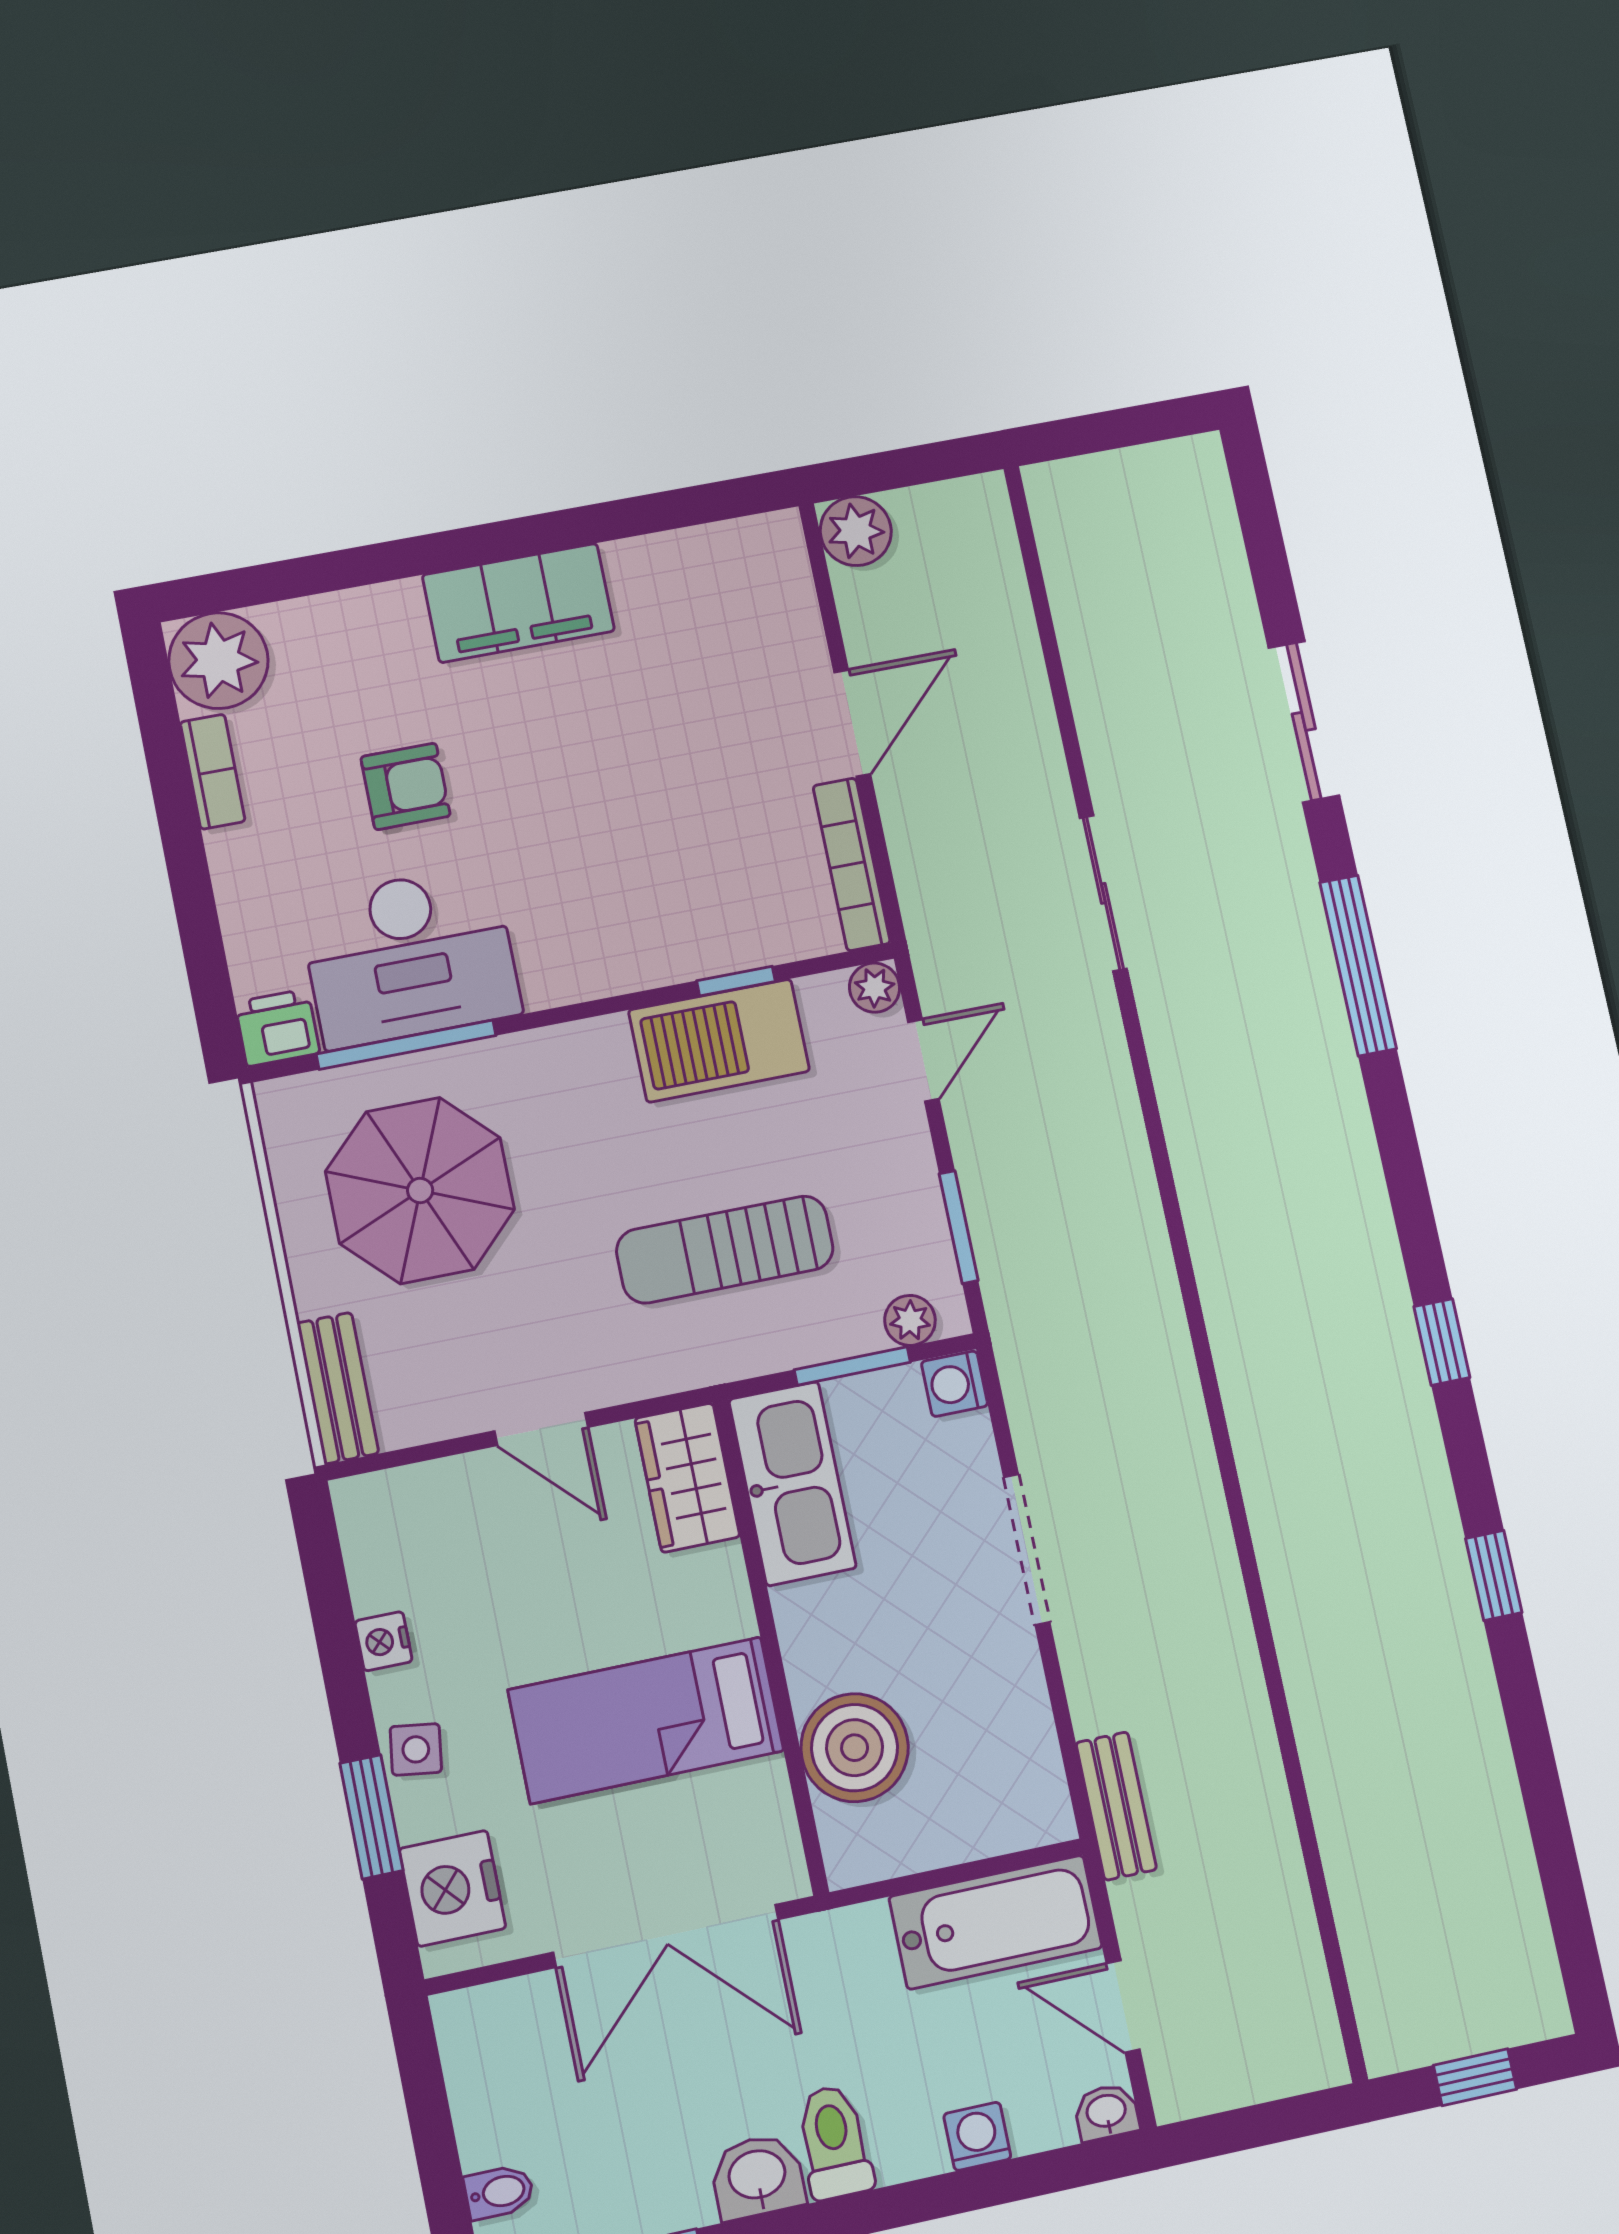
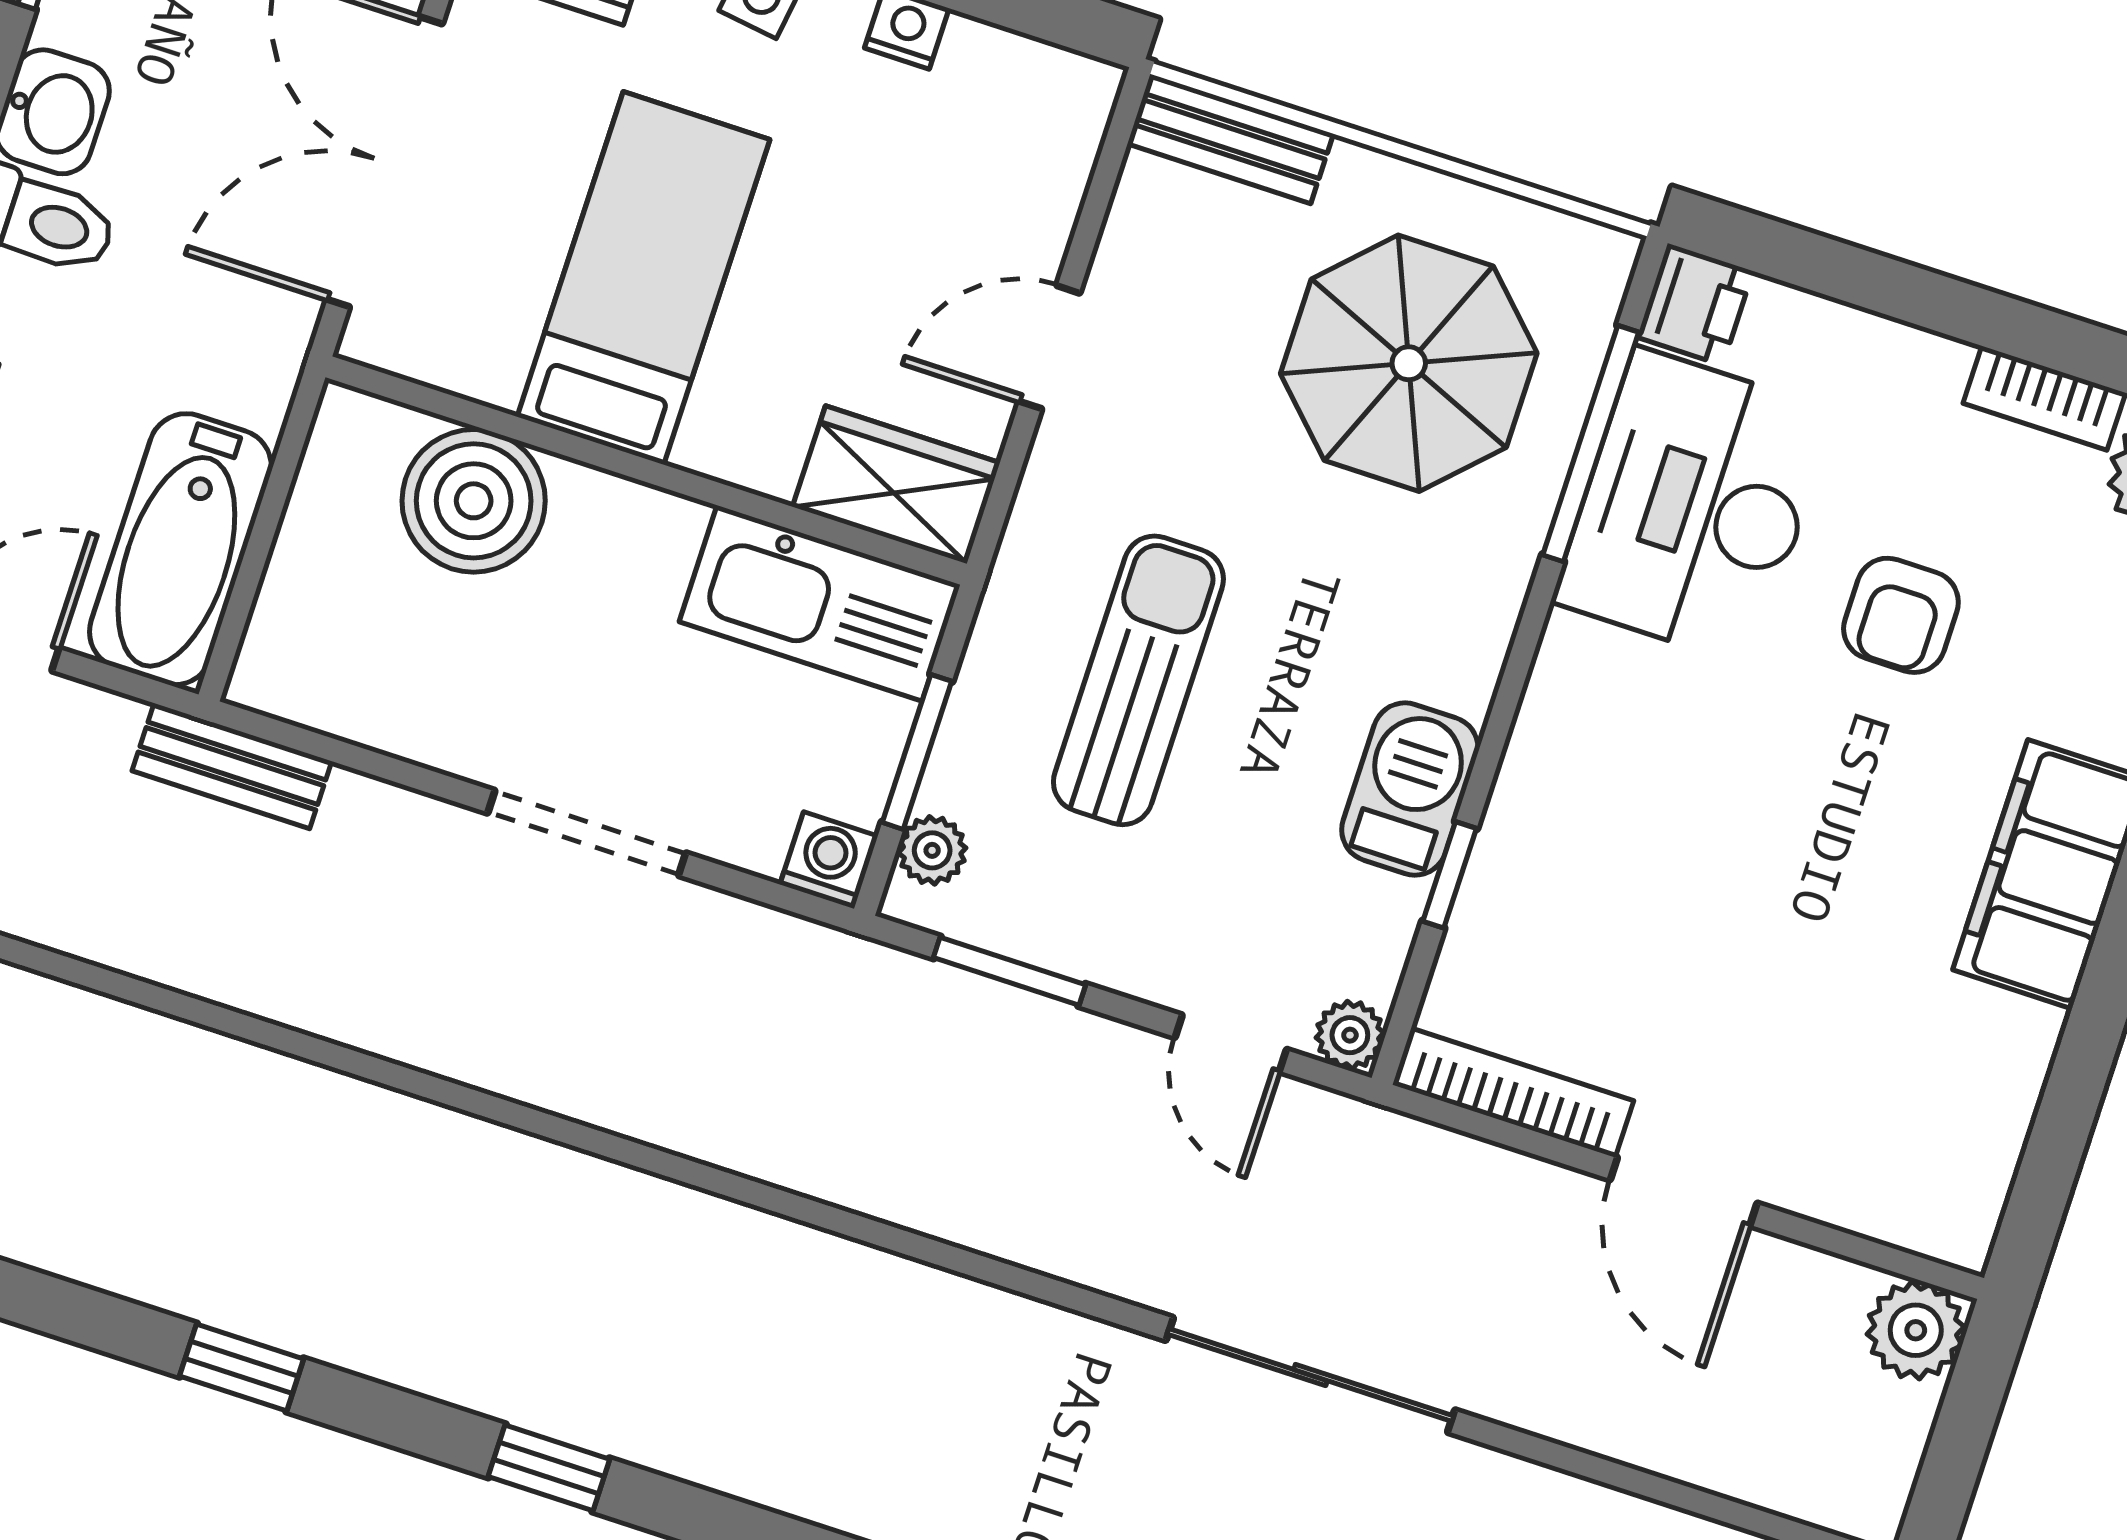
sliding door: (1103, 893) -> (1310, 1375), width x1.37
barbecue: (719, 1041) -> (1410, 789), width x0.73, depth x0.83

